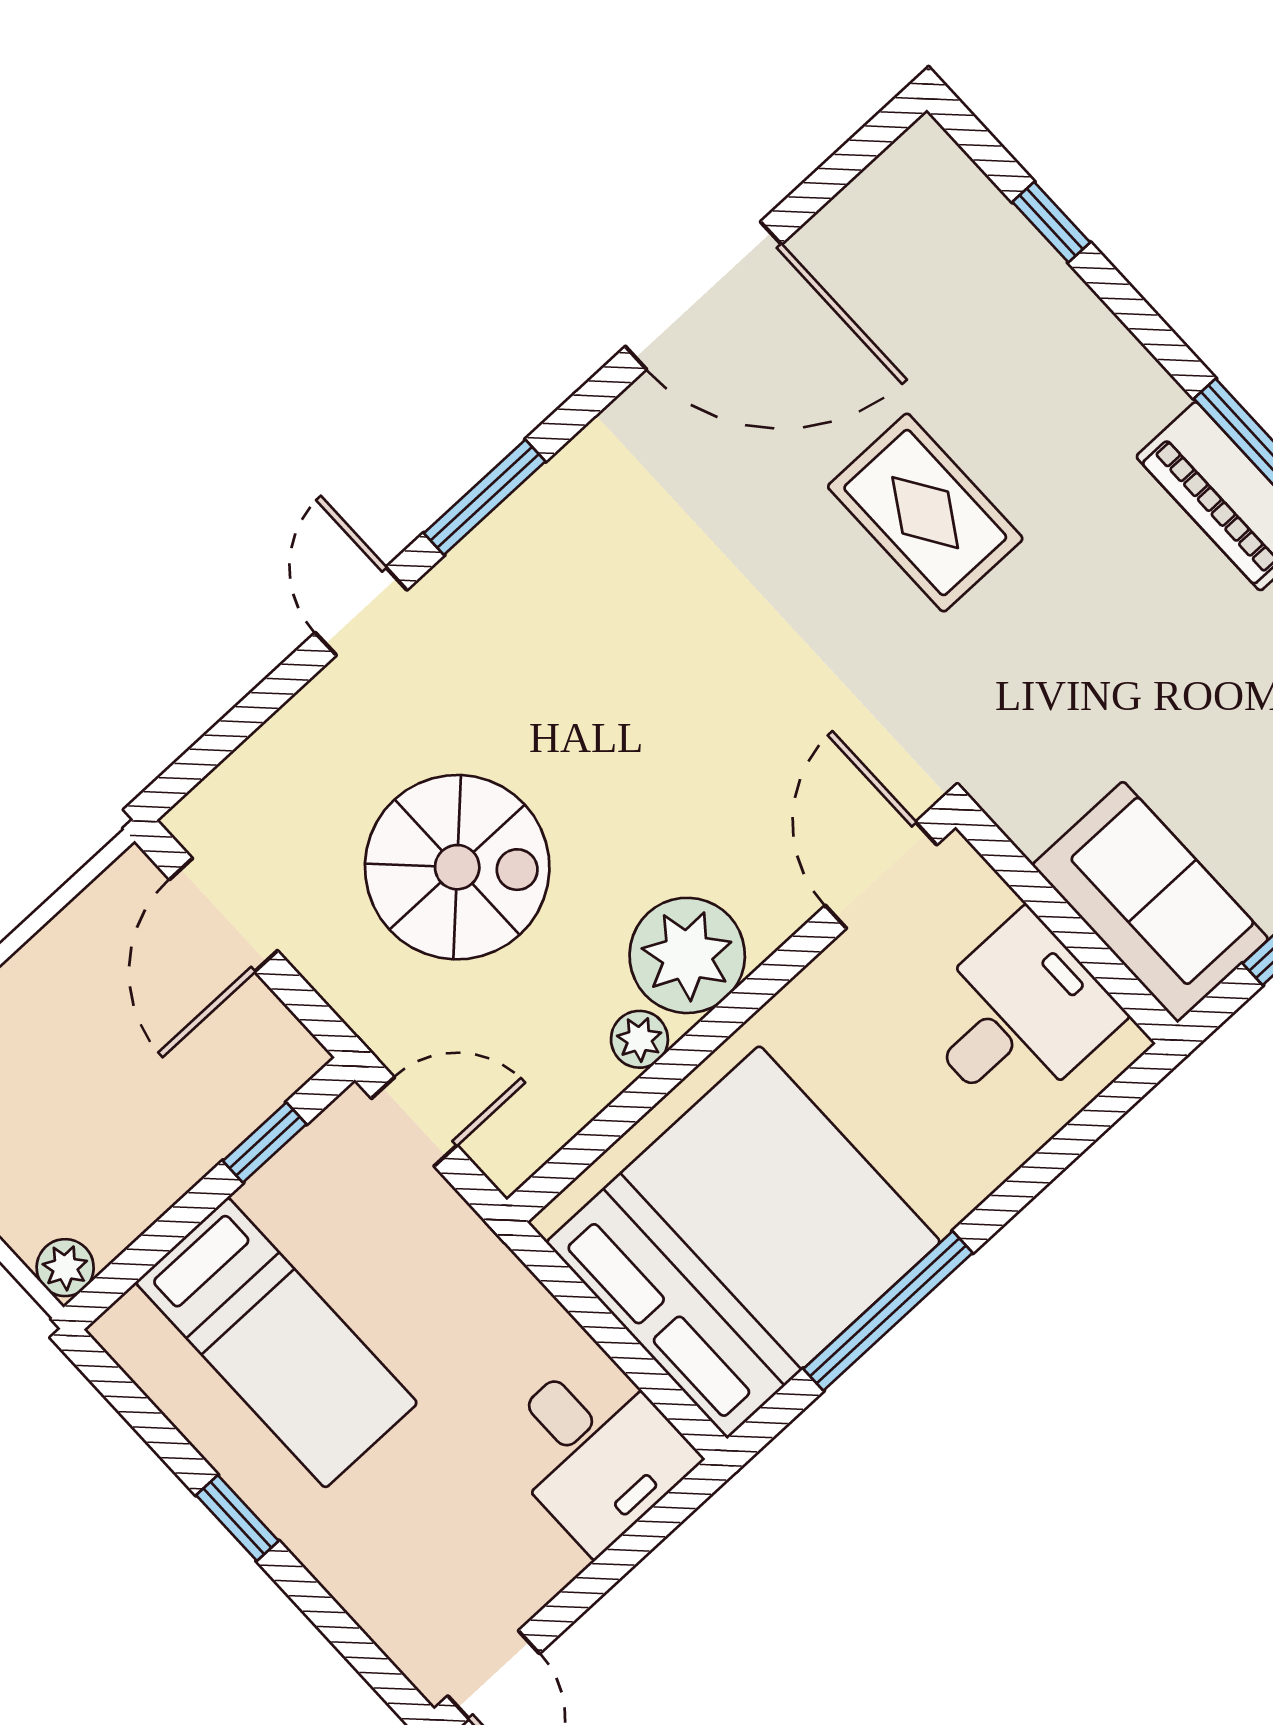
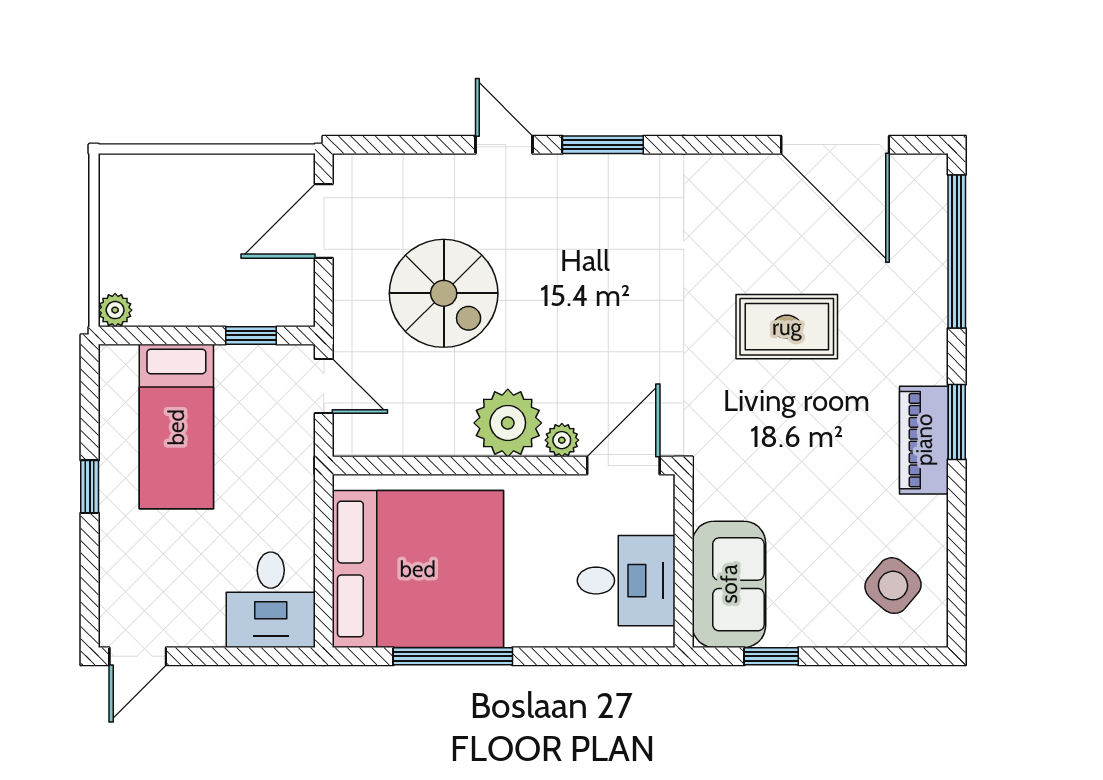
window: (1051, 222) -> (957, 252), width x3.17
door: (703, 295) -> (835, 145), moved
rug: (925, 513) -> (787, 327), turned 90
door: (361, 611) -> (504, 145), hinge flipped
plant: (639, 1039) -> (562, 440), moved

